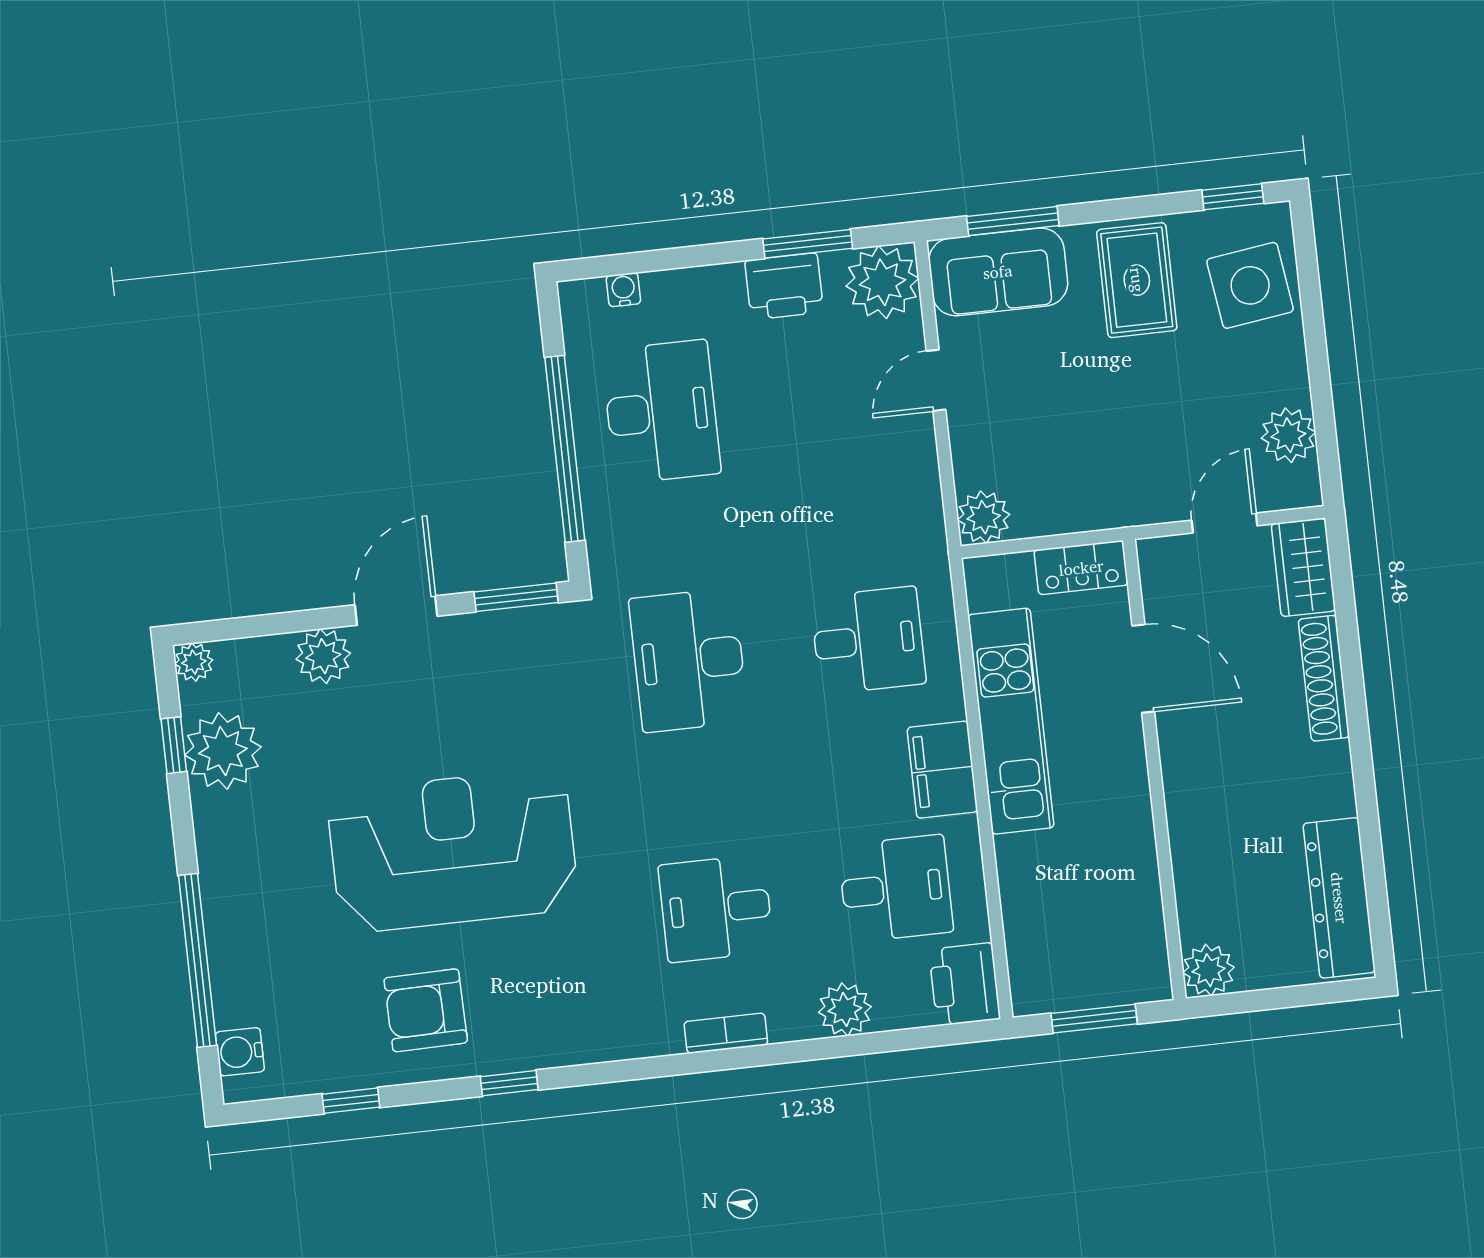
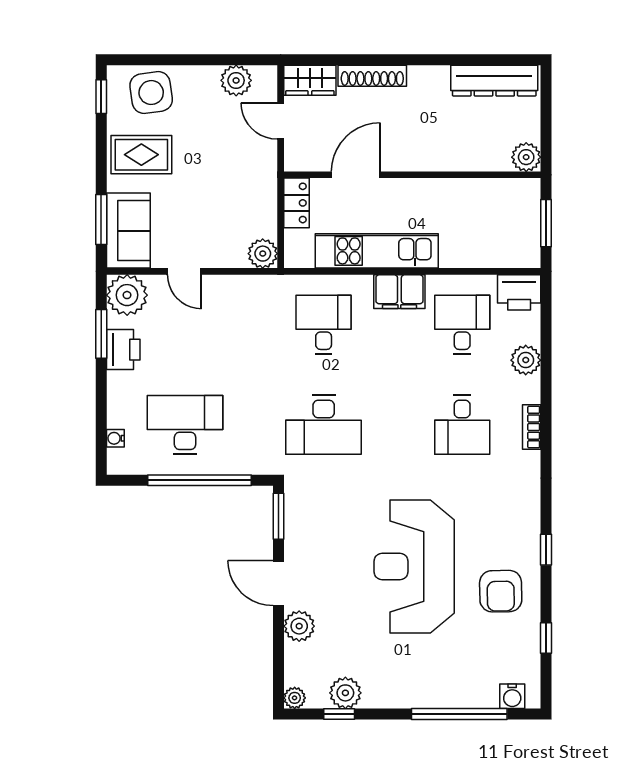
plant: (223, 751) -> (345, 693), width x0.73, depth x0.73

